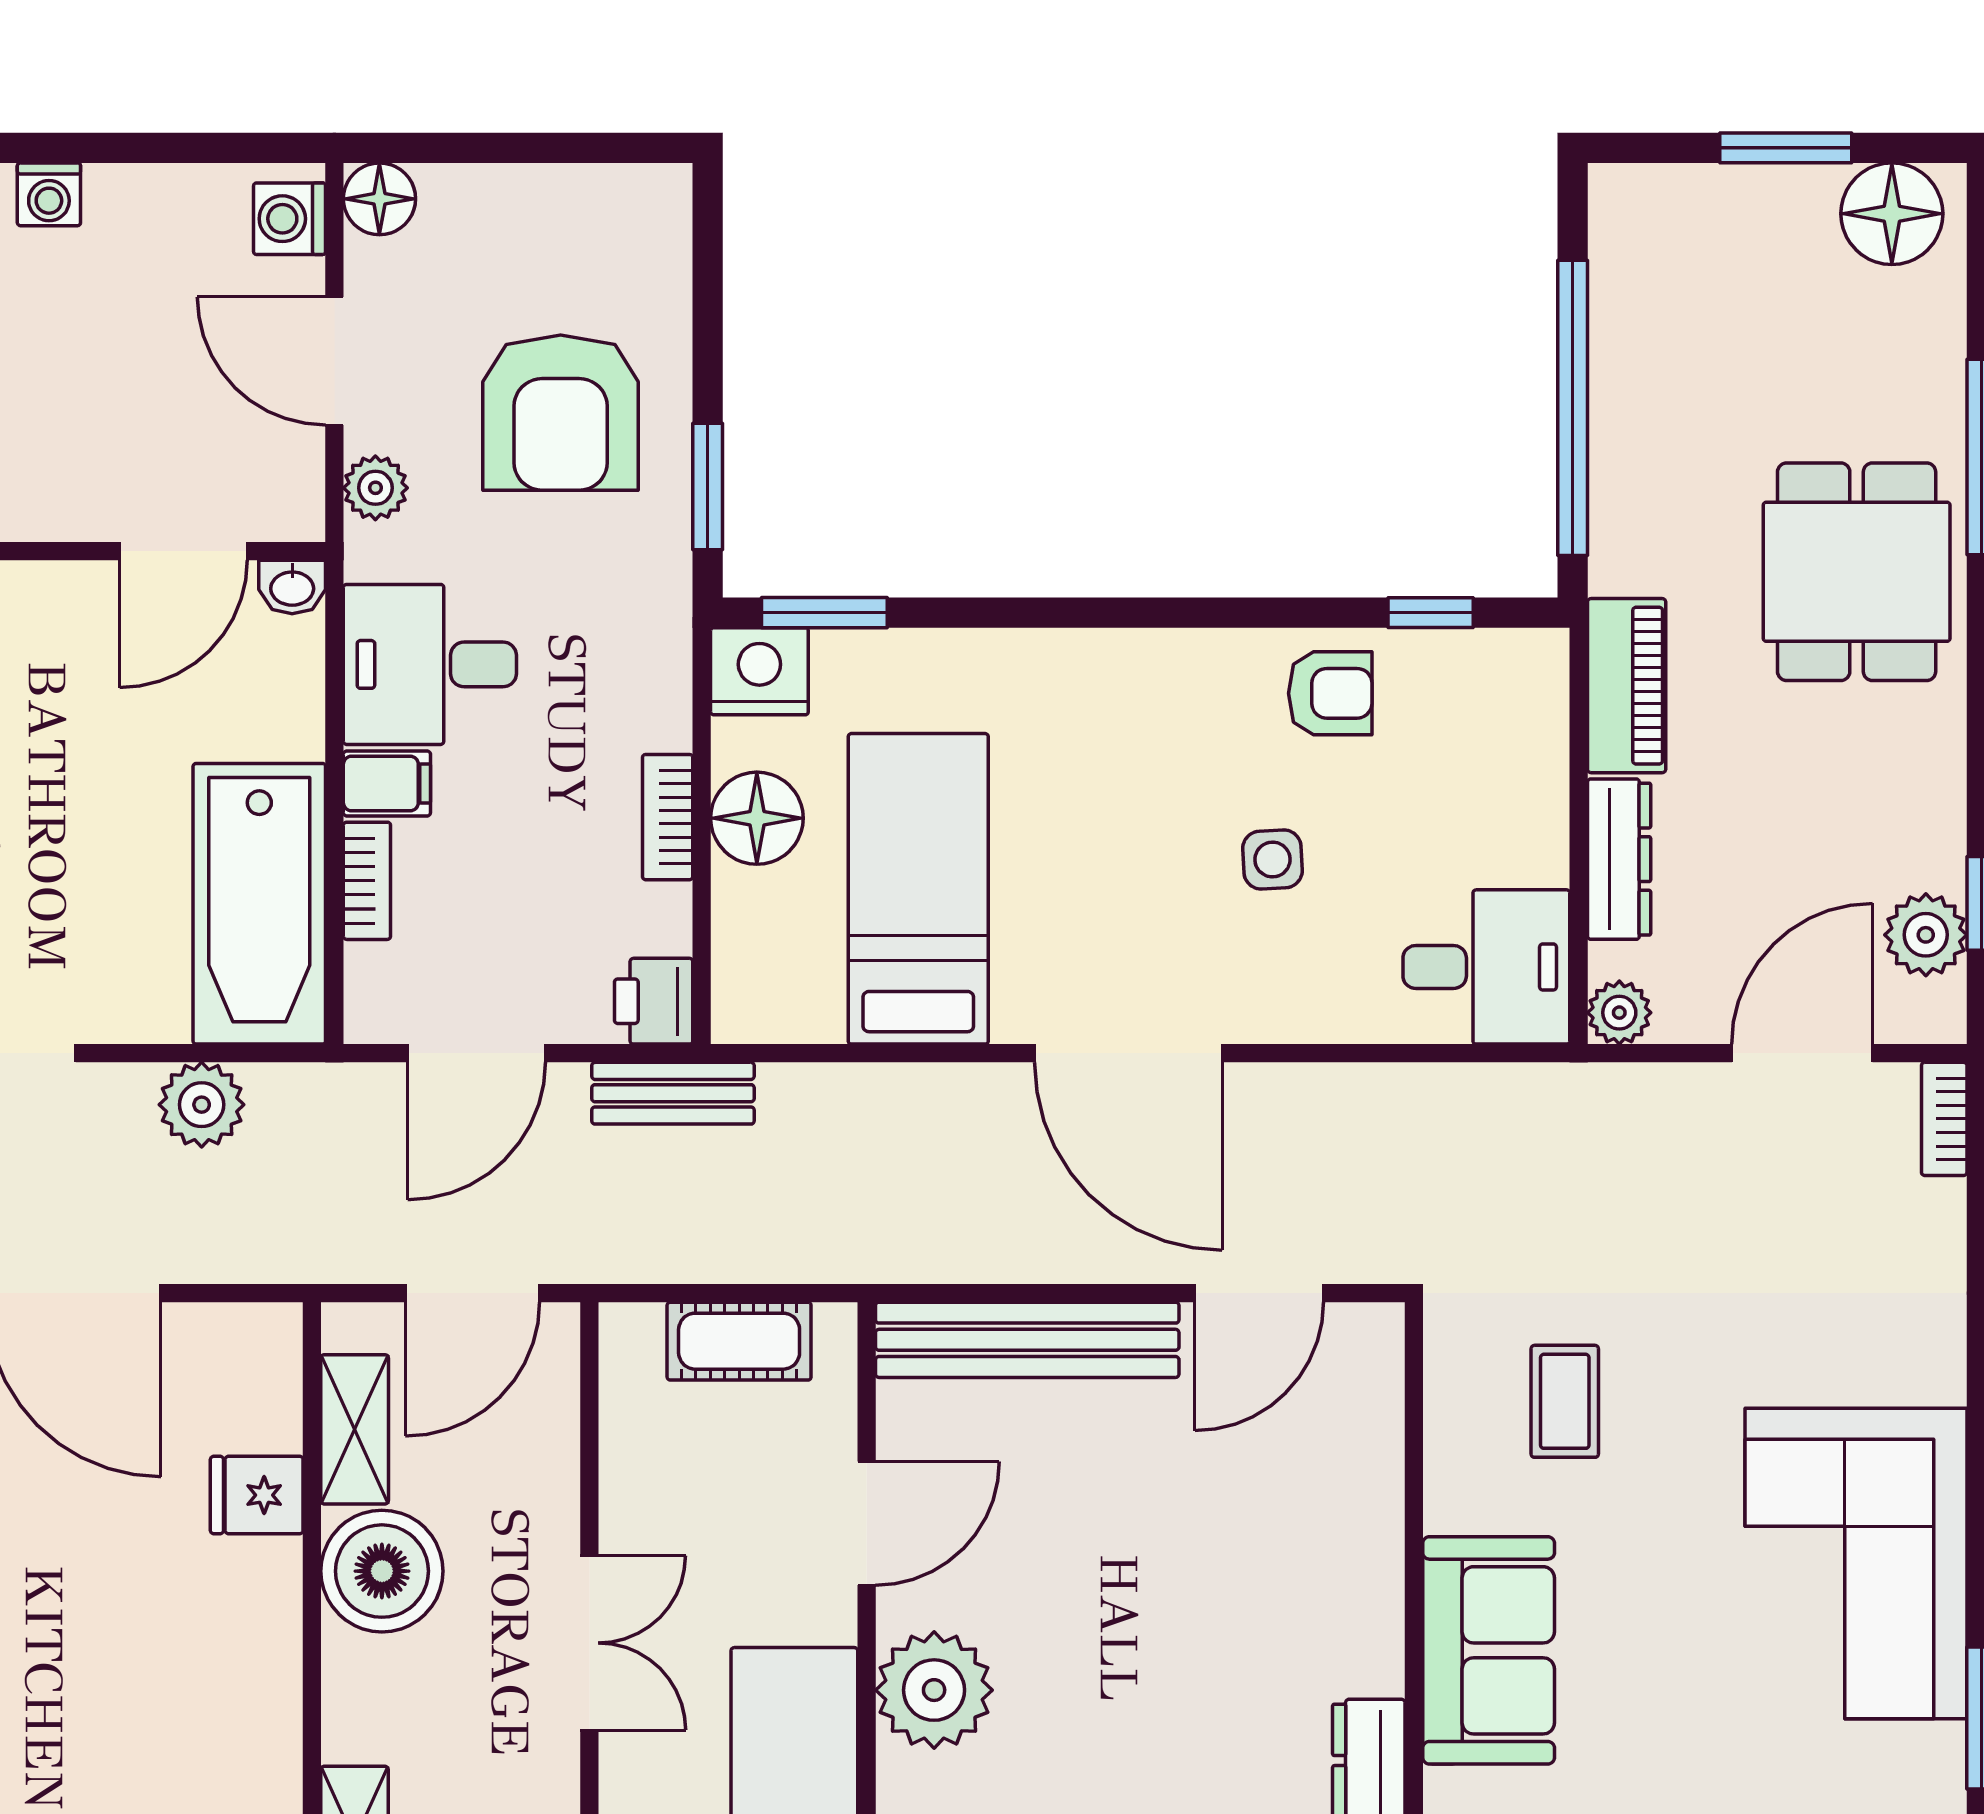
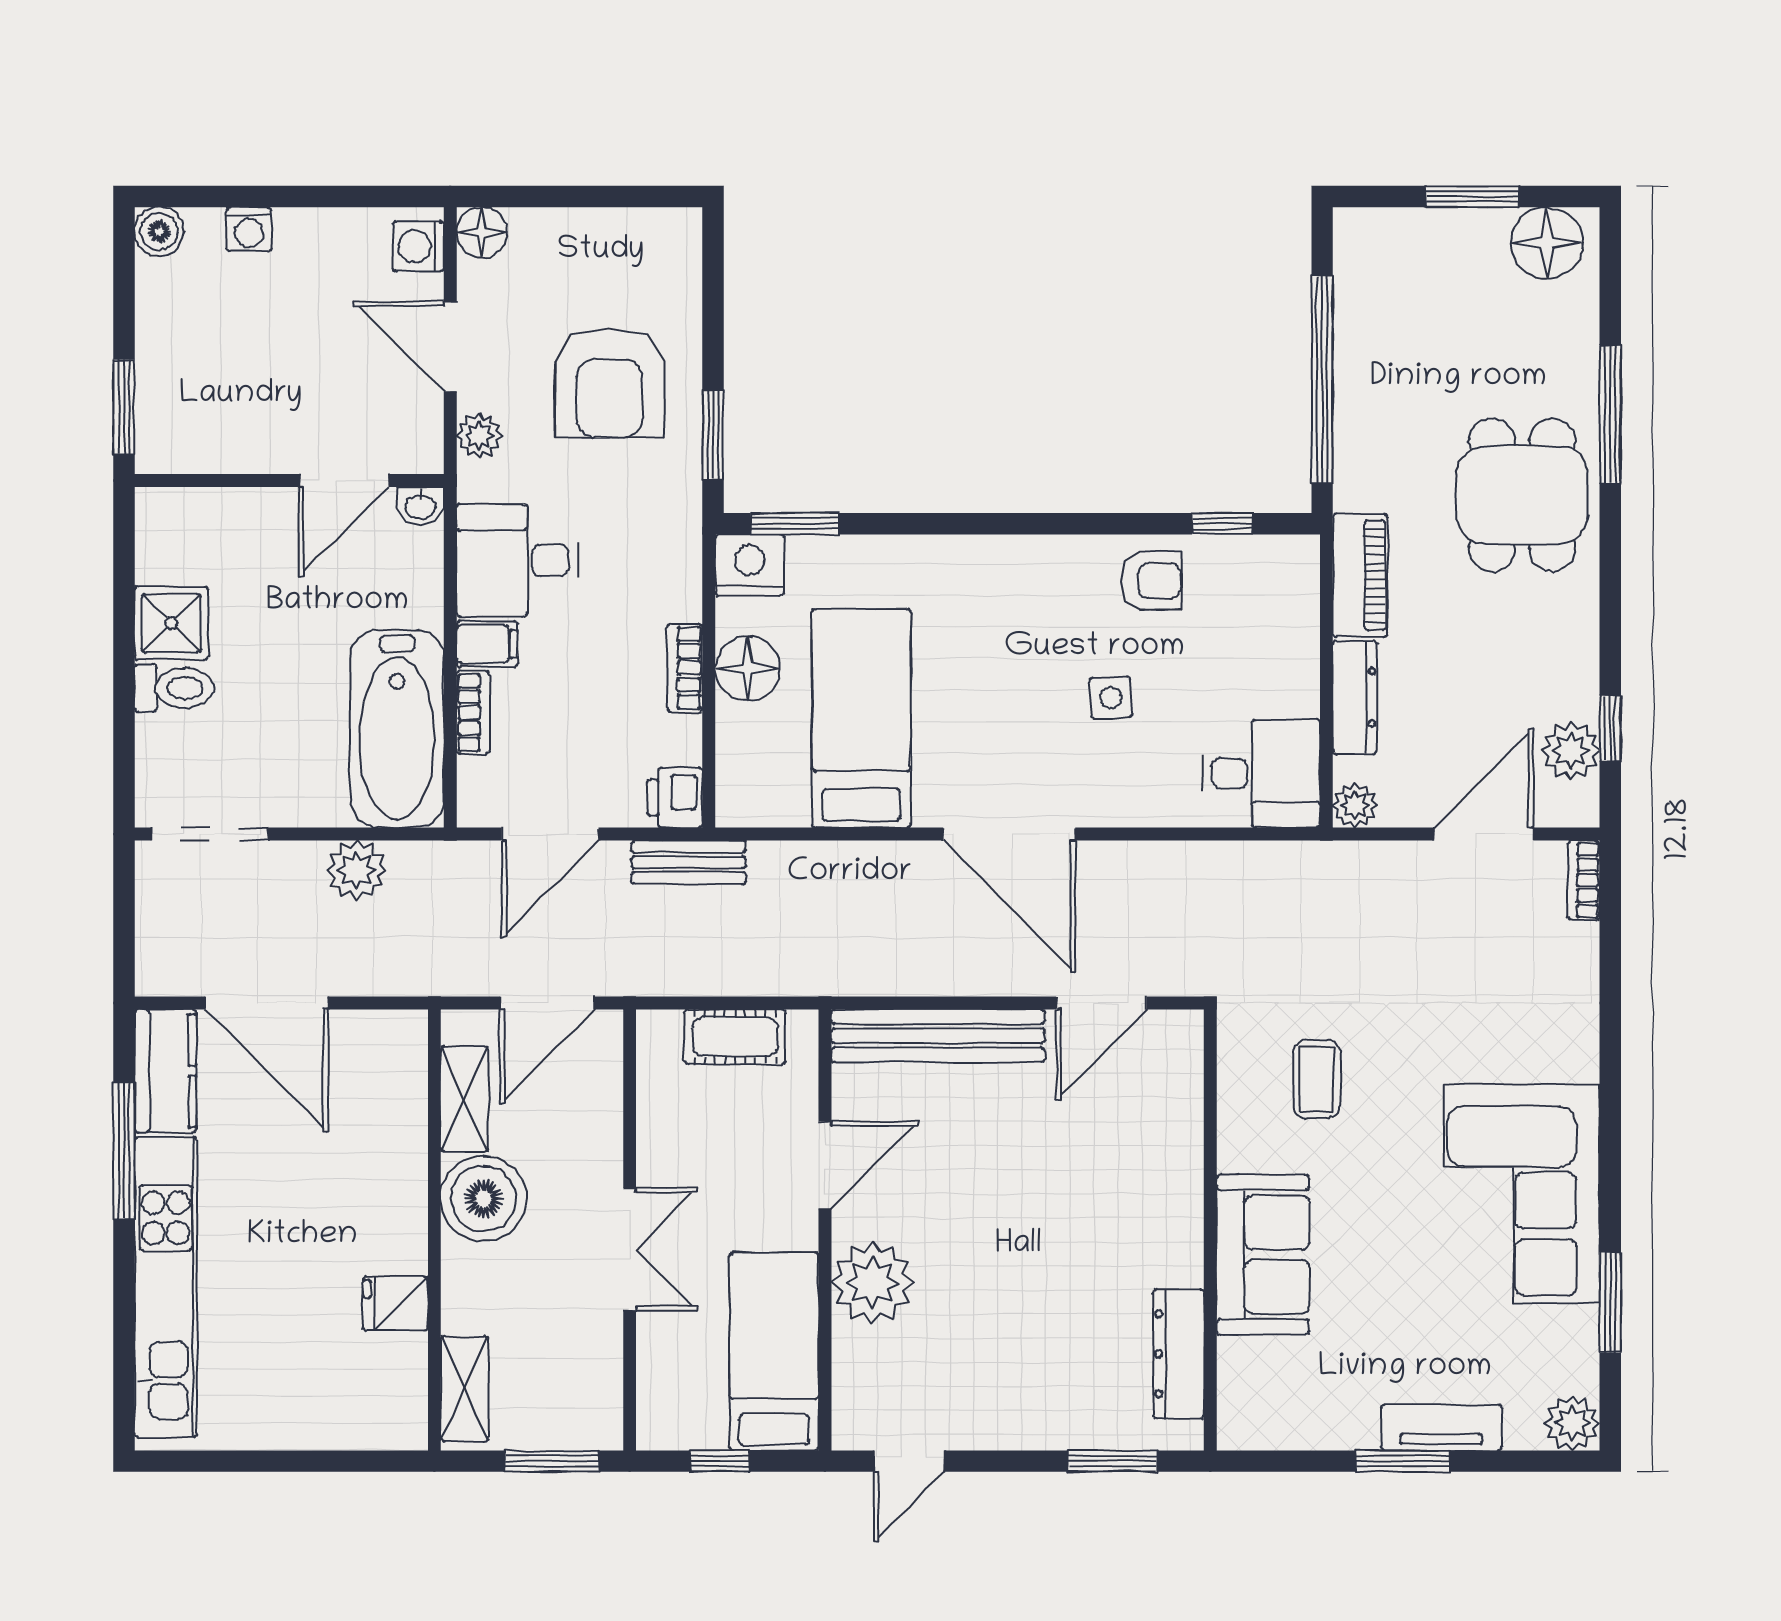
fridge: (257, 1495) -> (395, 1303), moved

